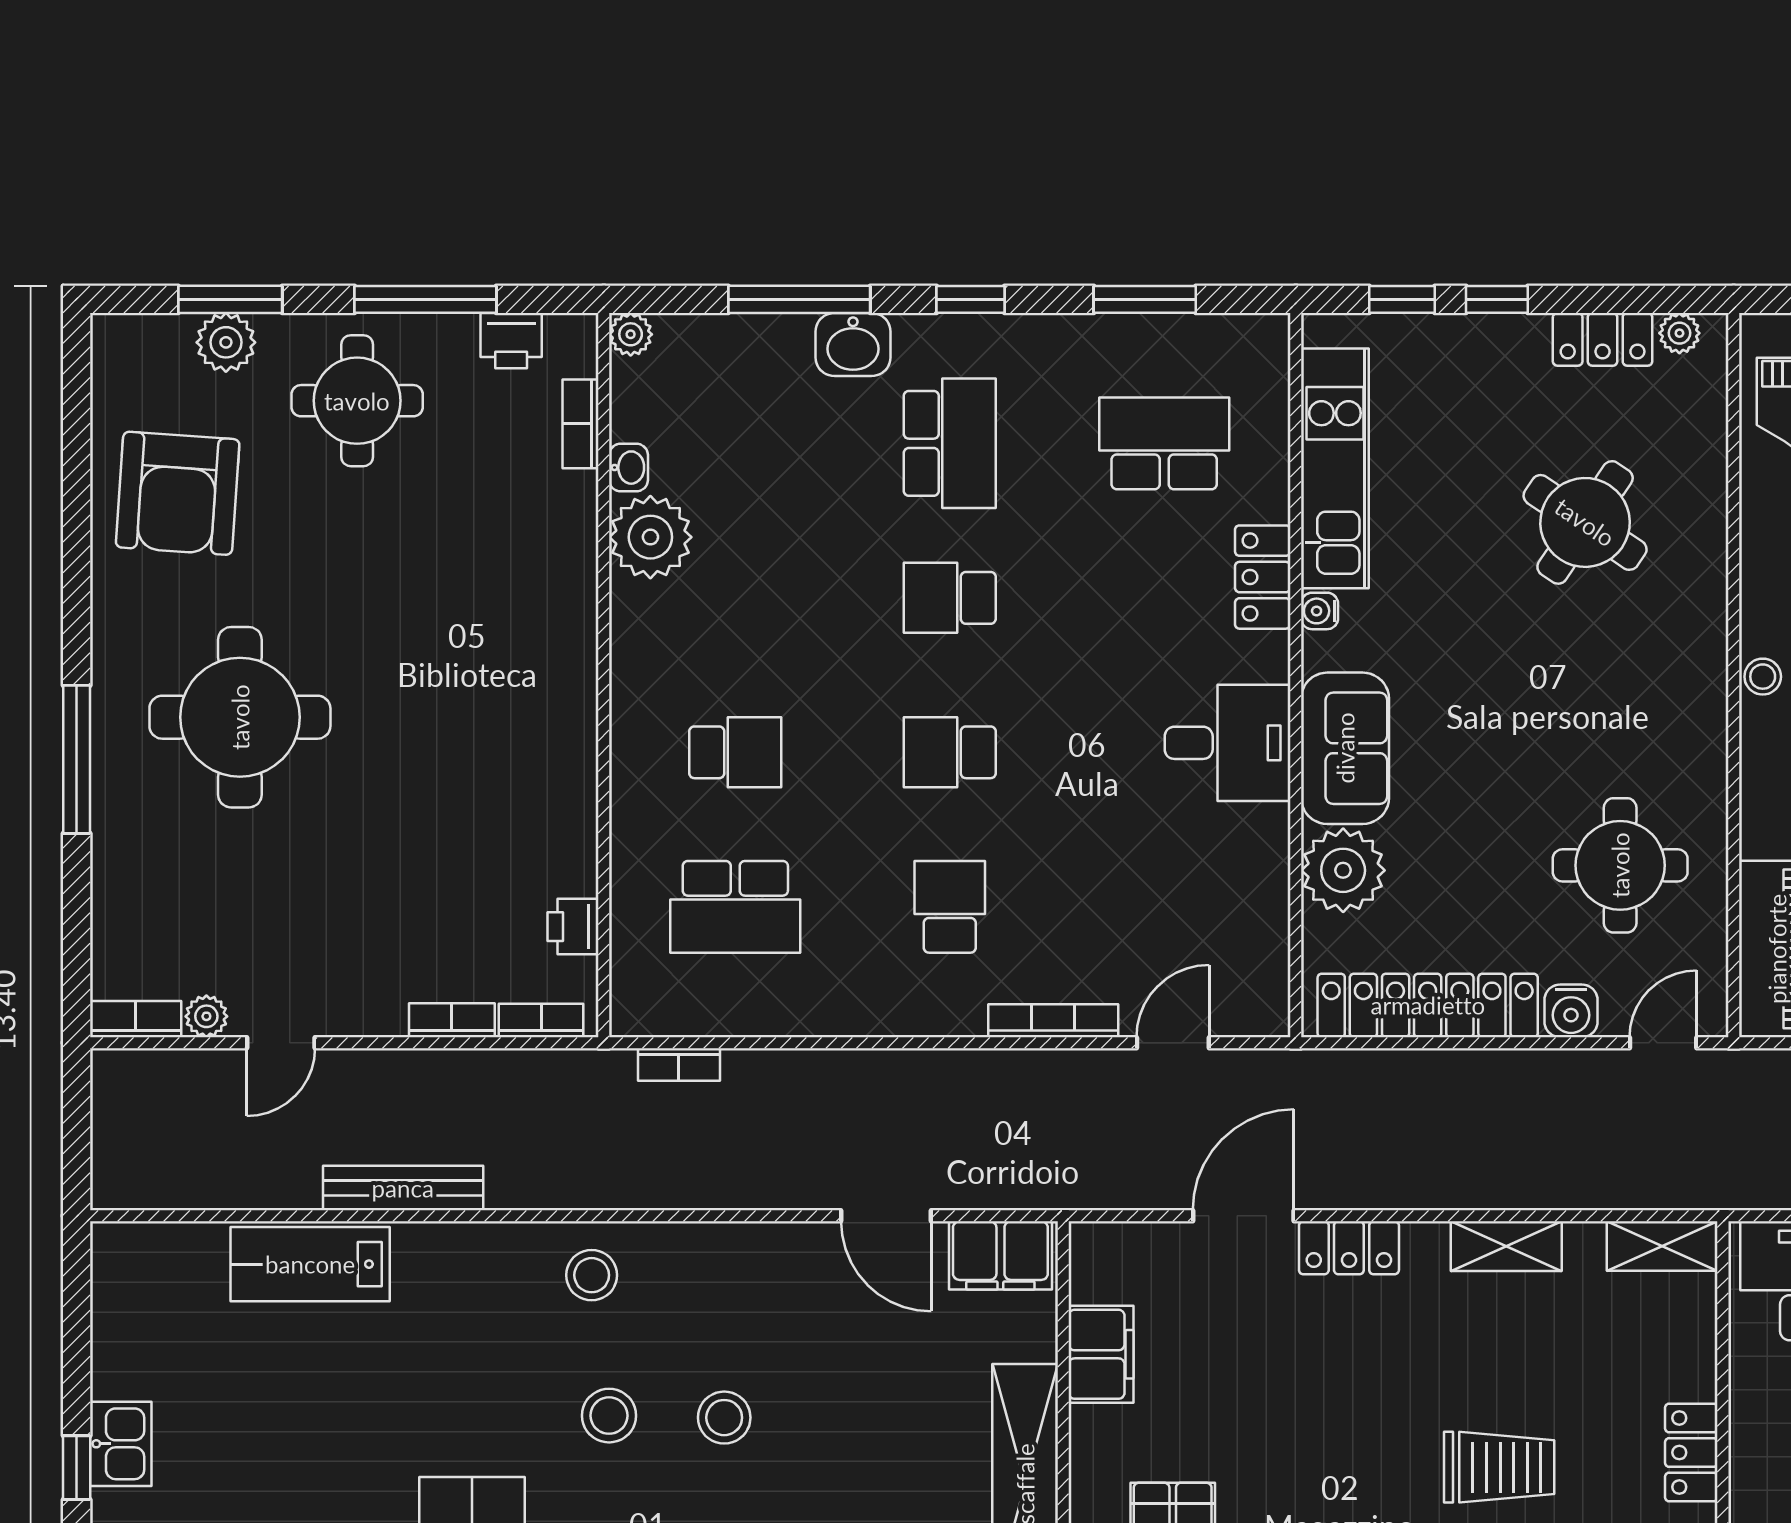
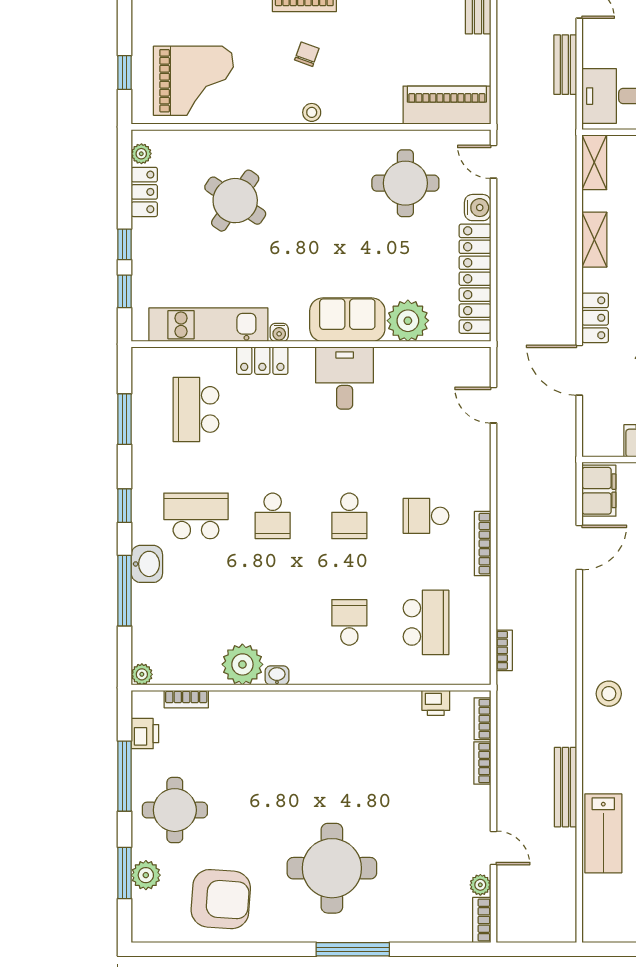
washbasin: (628, 468) -> (277, 675), moved
bookcase: (1053, 1021) -> (483, 544), moved

